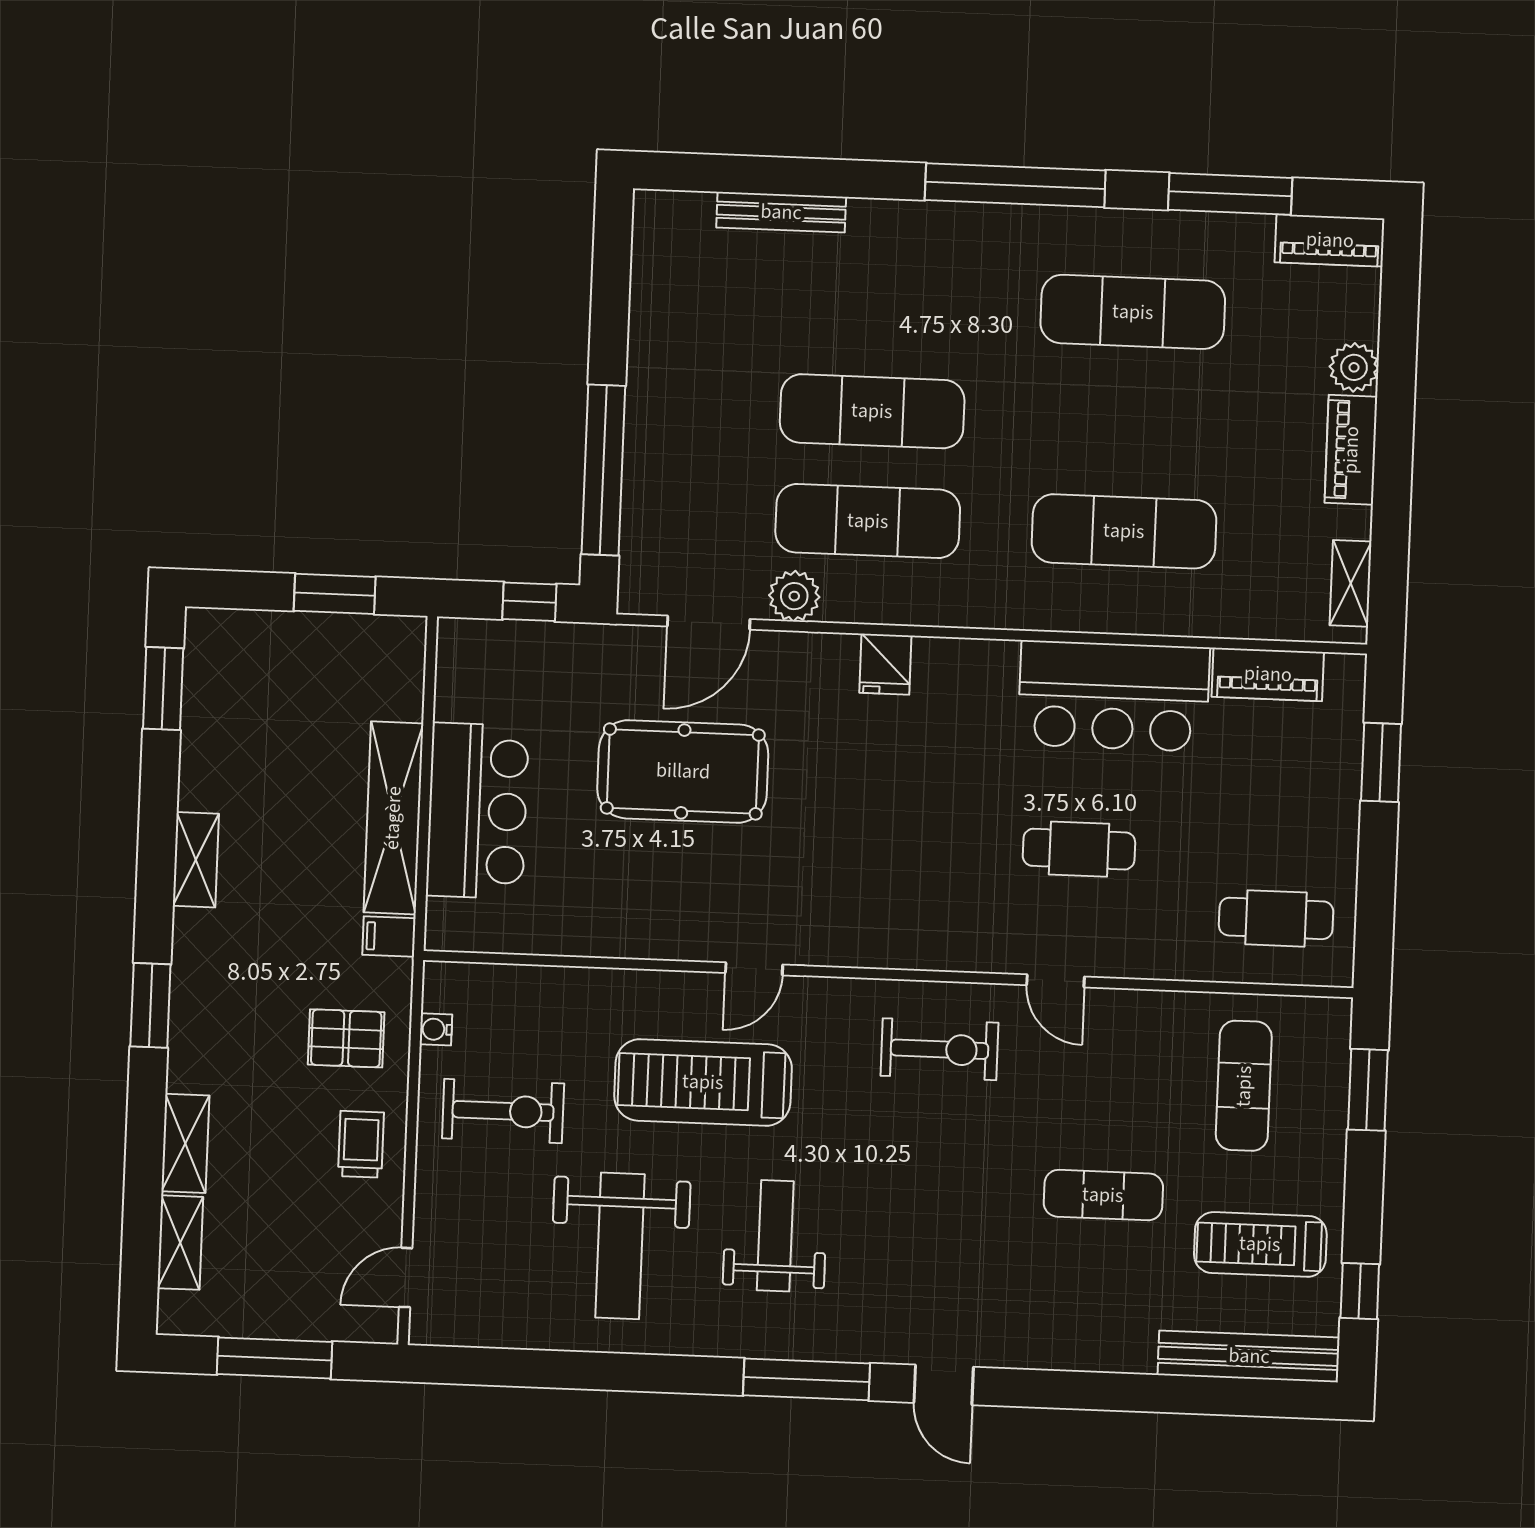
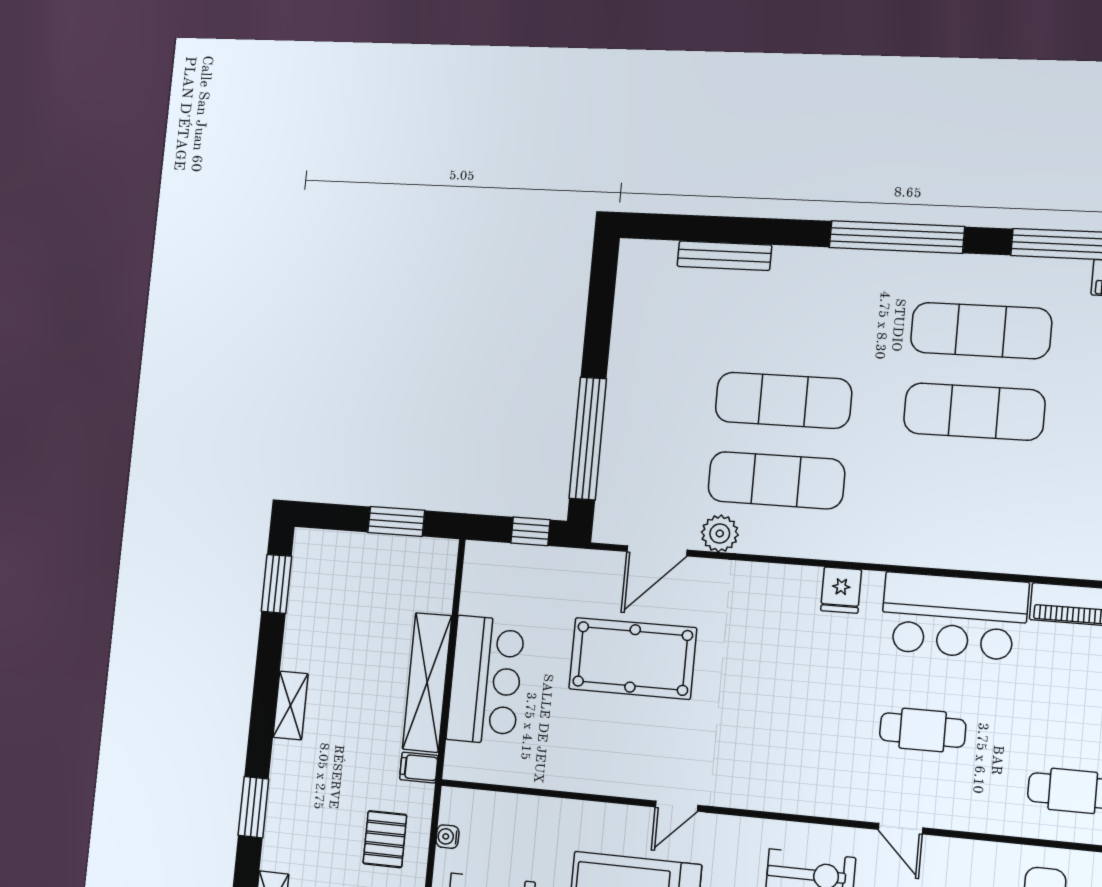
exercise mat: (1124, 531) -> (974, 412), moved
fridge: (885, 664) -> (841, 590), moved
pallet: (346, 1038) -> (385, 839), turned 90

